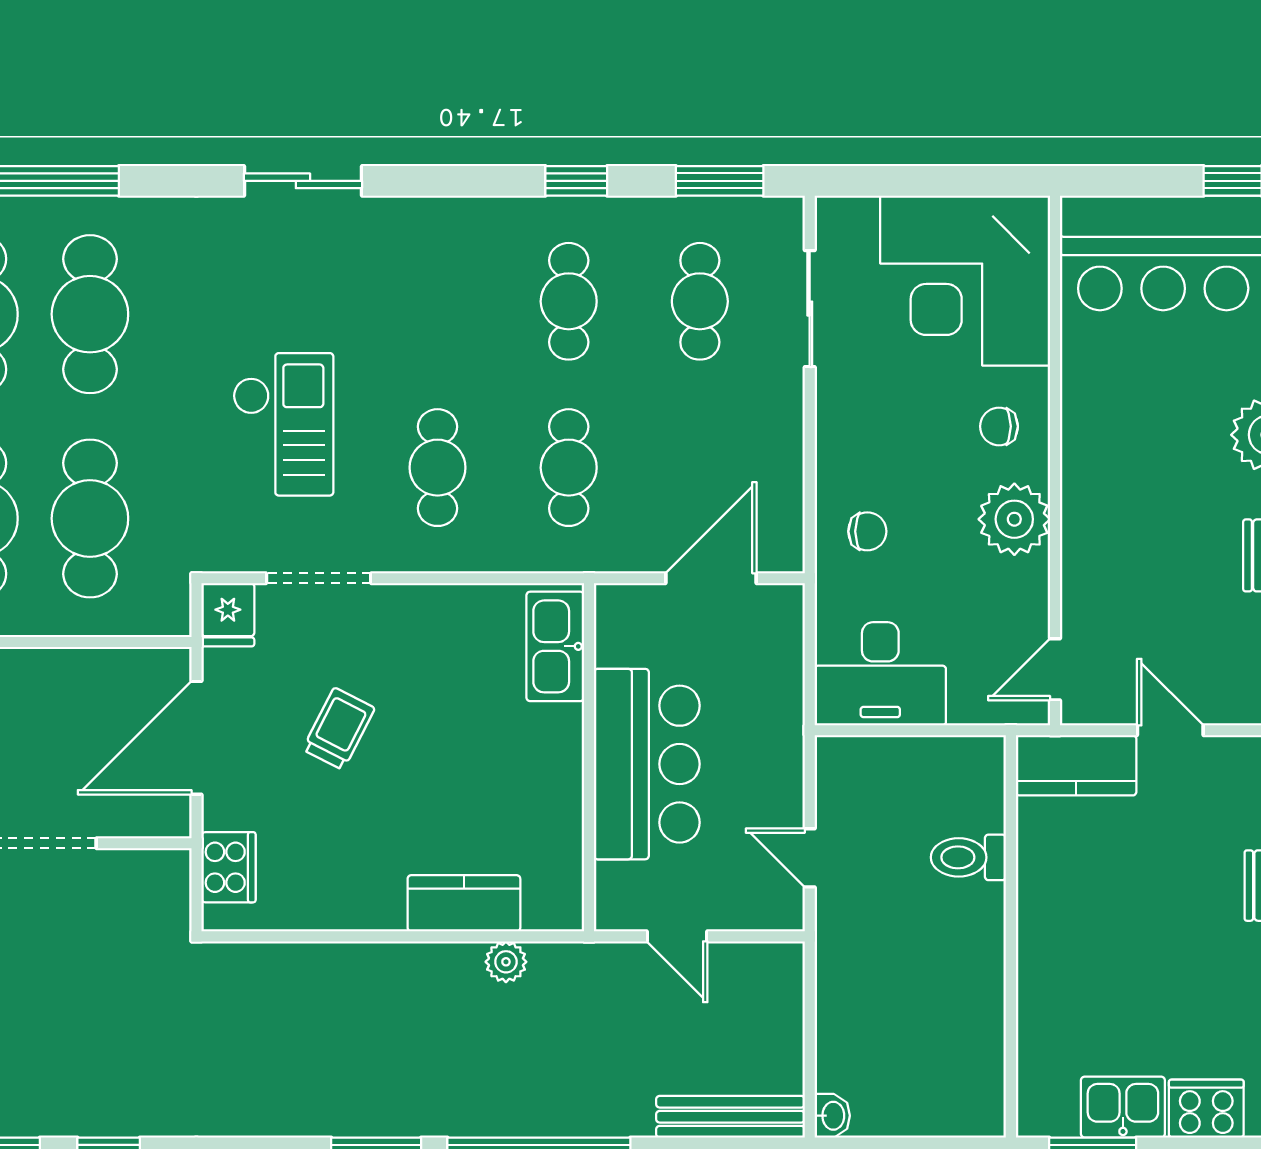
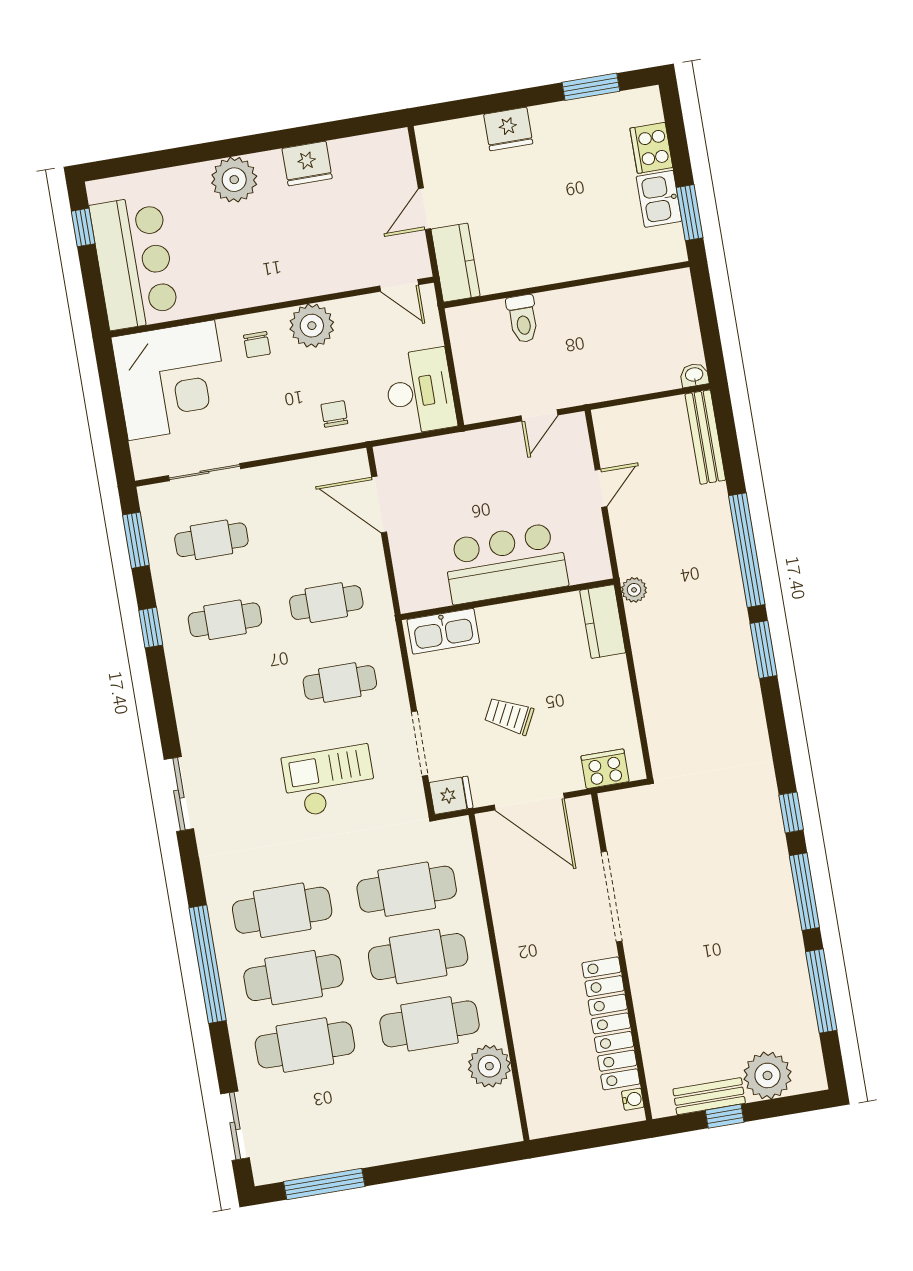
kitchen sink: (555, 646) -> (443, 631), moved
wall: (589, 757) -> (507, 599), moved
bar counter: (647, 764) -> (506, 563), moved

